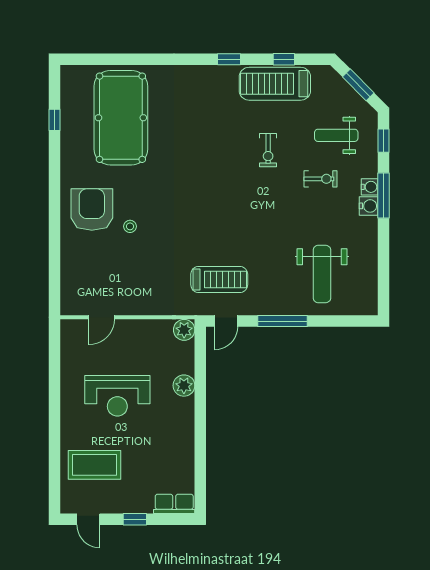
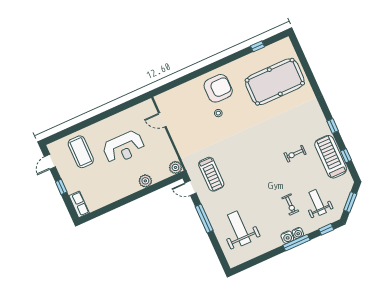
exercise bike: (268, 150) -> (295, 154), moved
weight bench: (322, 274) -> (239, 228), turned 90
reception desk: (117, 396) -> (124, 147), turned -90

